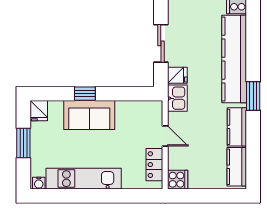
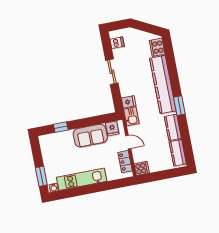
sliding door: (161, 43) -> (112, 72), moved
window: (85, 94) -> (61, 127), moved
fridge: (39, 111) -> (112, 128), moved
sofa: (89, 115) -> (90, 136), moved
window: (23, 143) -> (41, 176), moved

